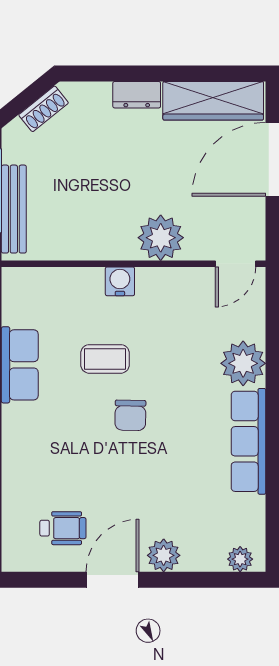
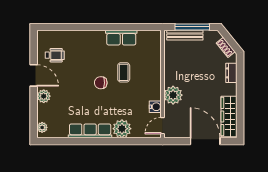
dresser: (137, 95) -> (231, 73), moved
door: (236, 264) -> (163, 126), hinge flipped
water cooler: (120, 281) -> (155, 107), moved
wheelchair: (63, 528) -> (55, 55), turned -90

